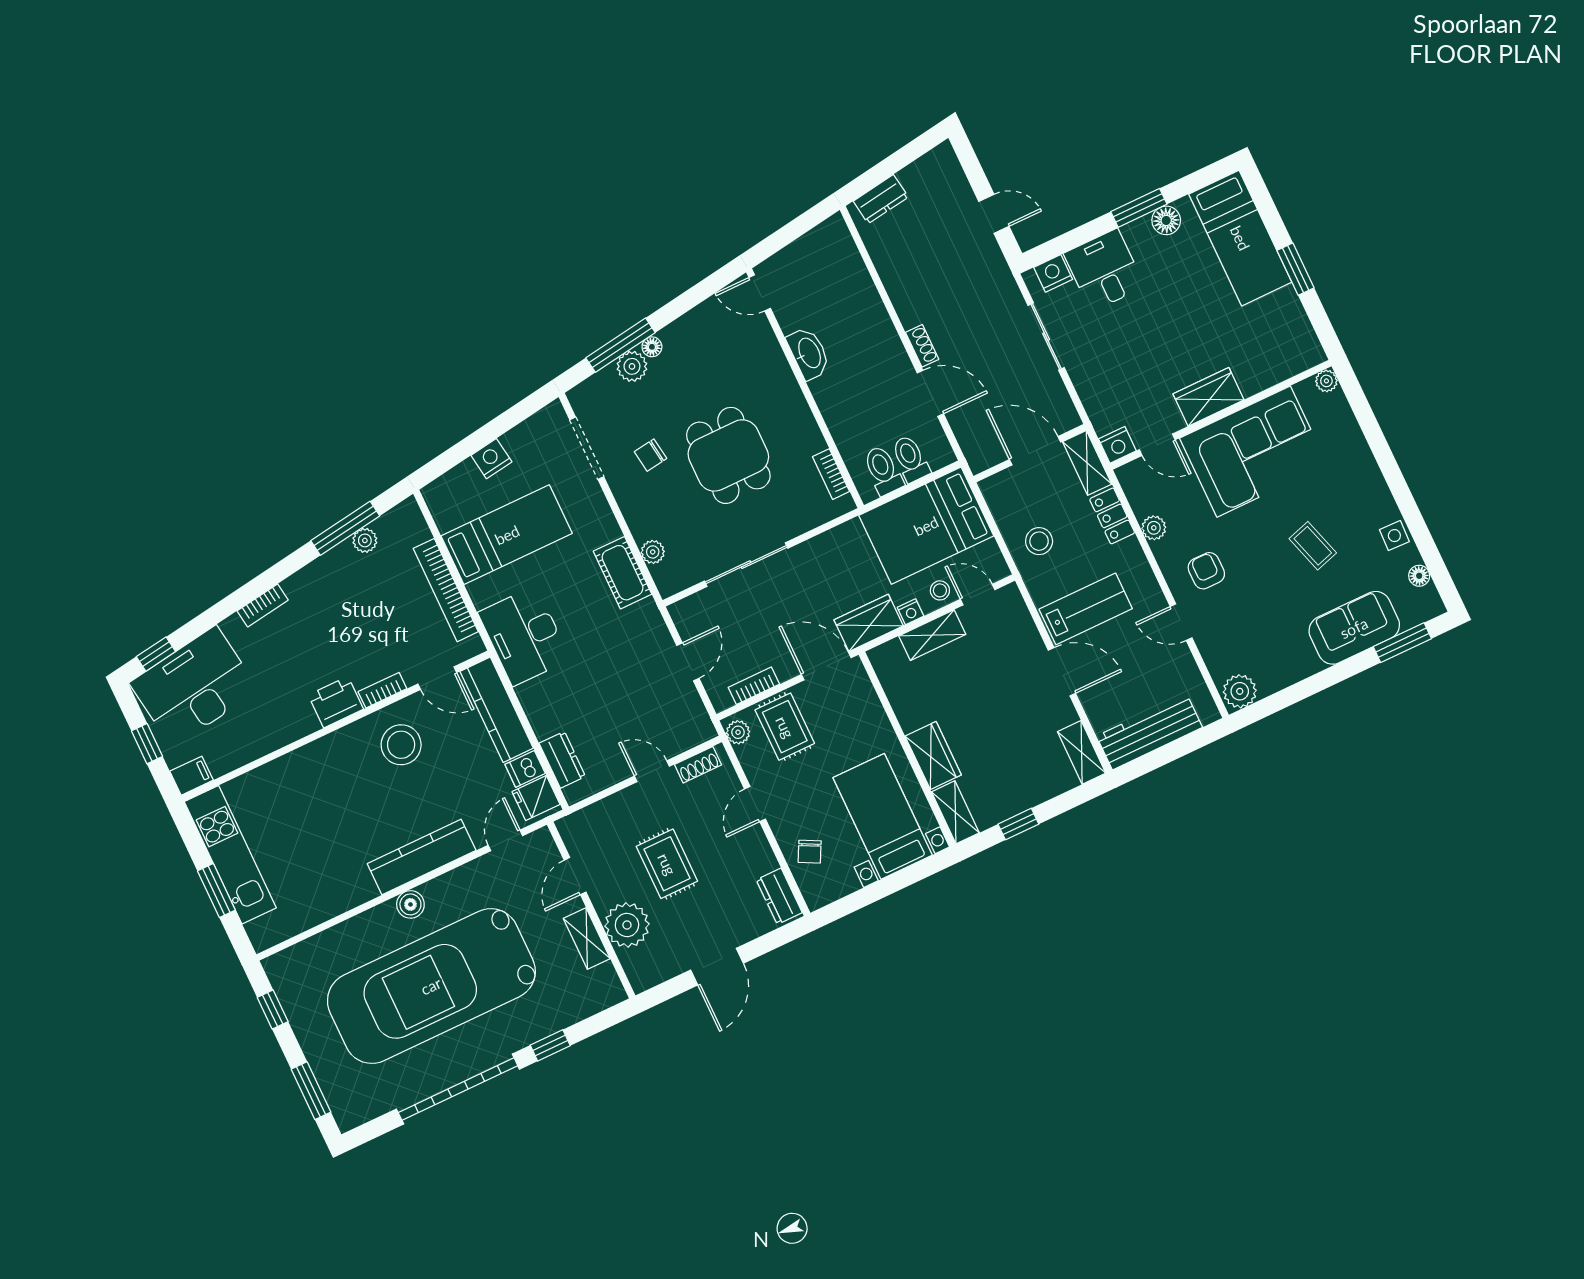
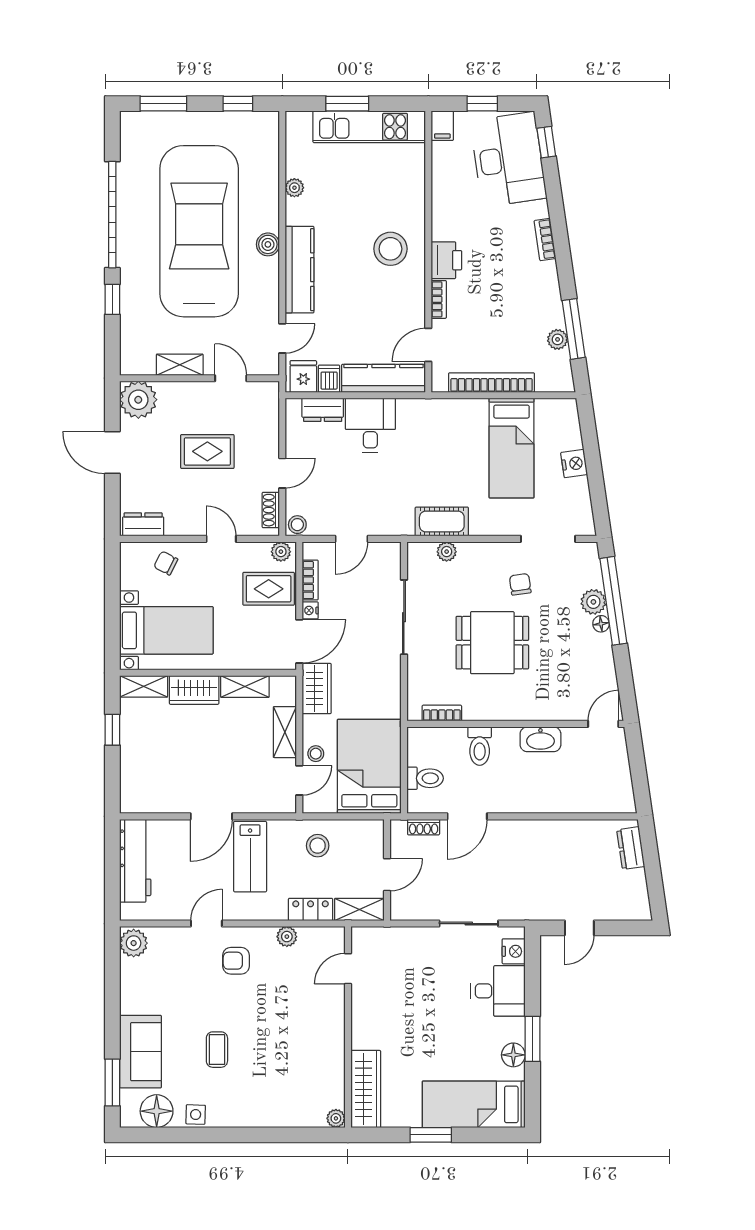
window: (621, 345) -> (613, 601), width x1.46
shoe rack: (922, 346) -> (424, 827), moved
wardrobe: (1208, 397) -> (366, 1089), moved, width x1.50
nightstand: (1117, 445) -> (362, 939), removed
door: (1035, 451) -> (387, 875), width x0.73
corner sofa: (1254, 452) -> (309, 1039), removed
toilet: (883, 470) -> (480, 746), moved, turned 90
coffee table: (1313, 546) -> (217, 1050), turned -73
armchair: (1206, 571) -> (236, 961), turned 180
floor lamp: (1419, 576) -> (157, 1111), width x1.89, depth x1.89
nightstand: (910, 612) -> (310, 610), moved
desk: (524, 636) -> (370, 425), moved, width x0.73
door: (688, 662) -> (352, 539), hinge flipped
stool: (700, 728) -> (297, 525), added
stool: (401, 745) -> (390, 249), moved
shelving: (1082, 752) -> (245, 687), moved
door: (505, 840) -> (282, 338), hinge flipped
plant: (335, 905) -> (294, 188), added
plant: (627, 925) -> (138, 400), moved

